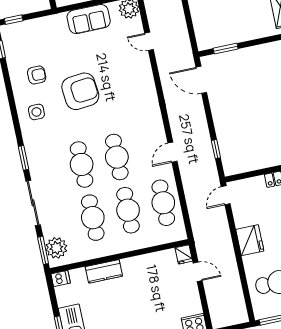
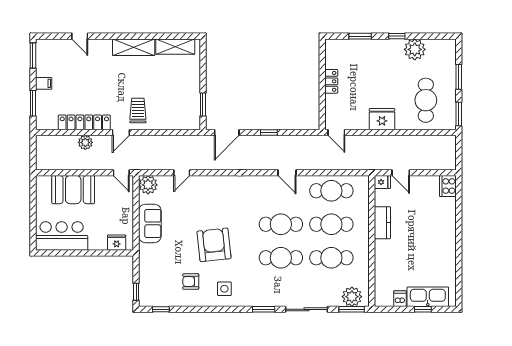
armchair: (37, 75) -> (191, 282), turned -90
window: (216, 149) -> (269, 133), moved
kitchen counter: (104, 271) -> (382, 223), moved
door: (198, 272) -> (401, 173), swing flipped
dishwasher: (61, 278) -> (400, 299), moved

